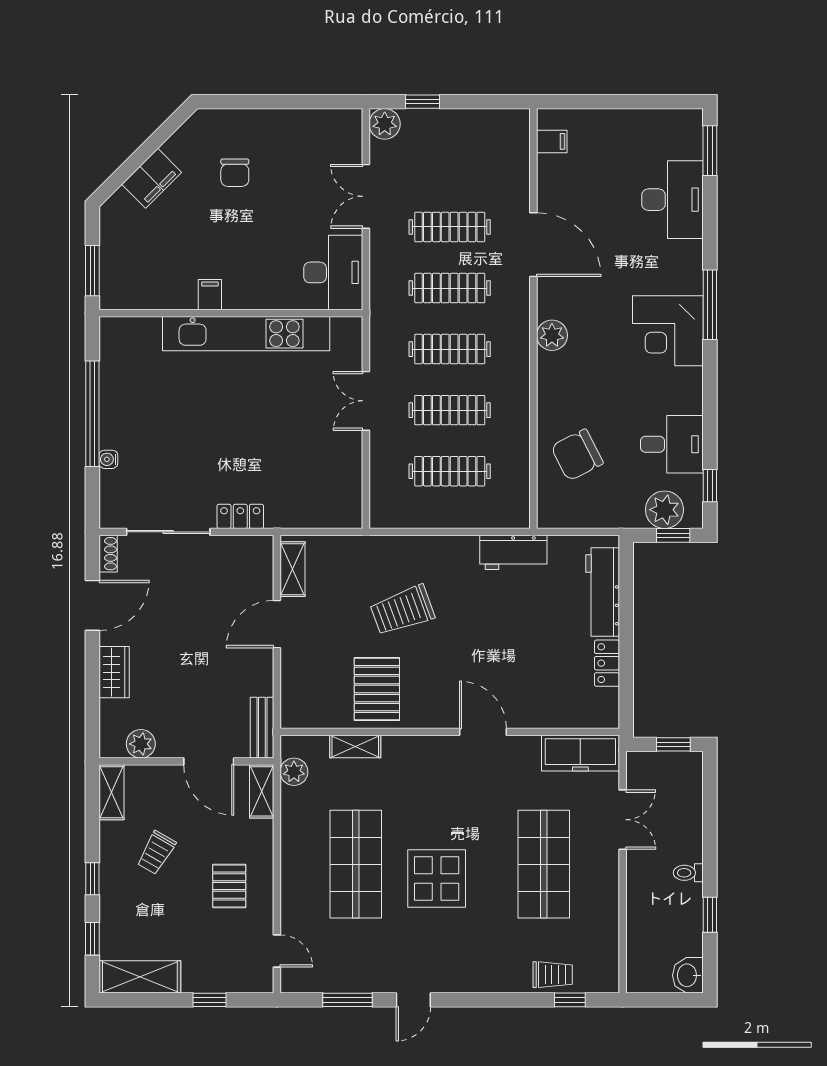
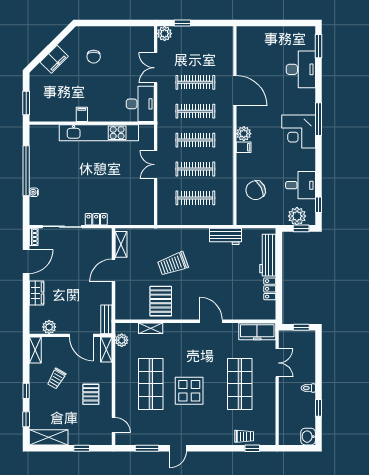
filing cabinet: (552, 141) -> (244, 147), moved

